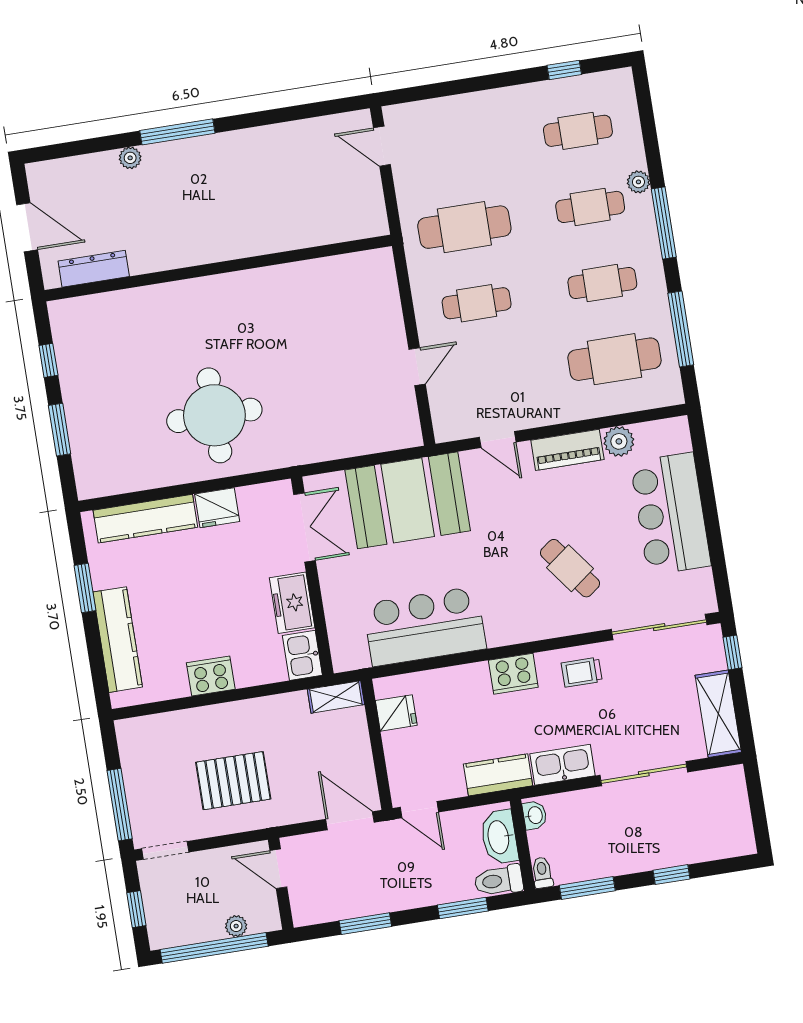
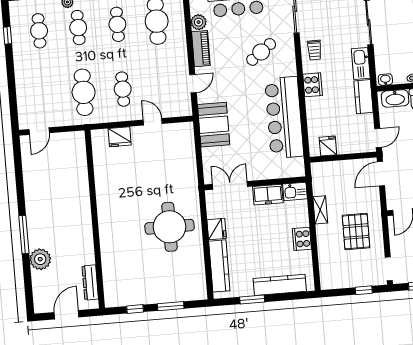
plant: (130, 158) -> (40, 259), width x1.88, depth x1.88
fridge: (383, 304) -> (120, 137), added
booth: (408, 500) -> (214, 125), width x0.73, depth x0.70
bar counter: (425, 626) -> (284, 117), width x1.36
shelving: (336, 697) -> (320, 210), moved
window: (120, 805) -> (364, 290), width x0.46

